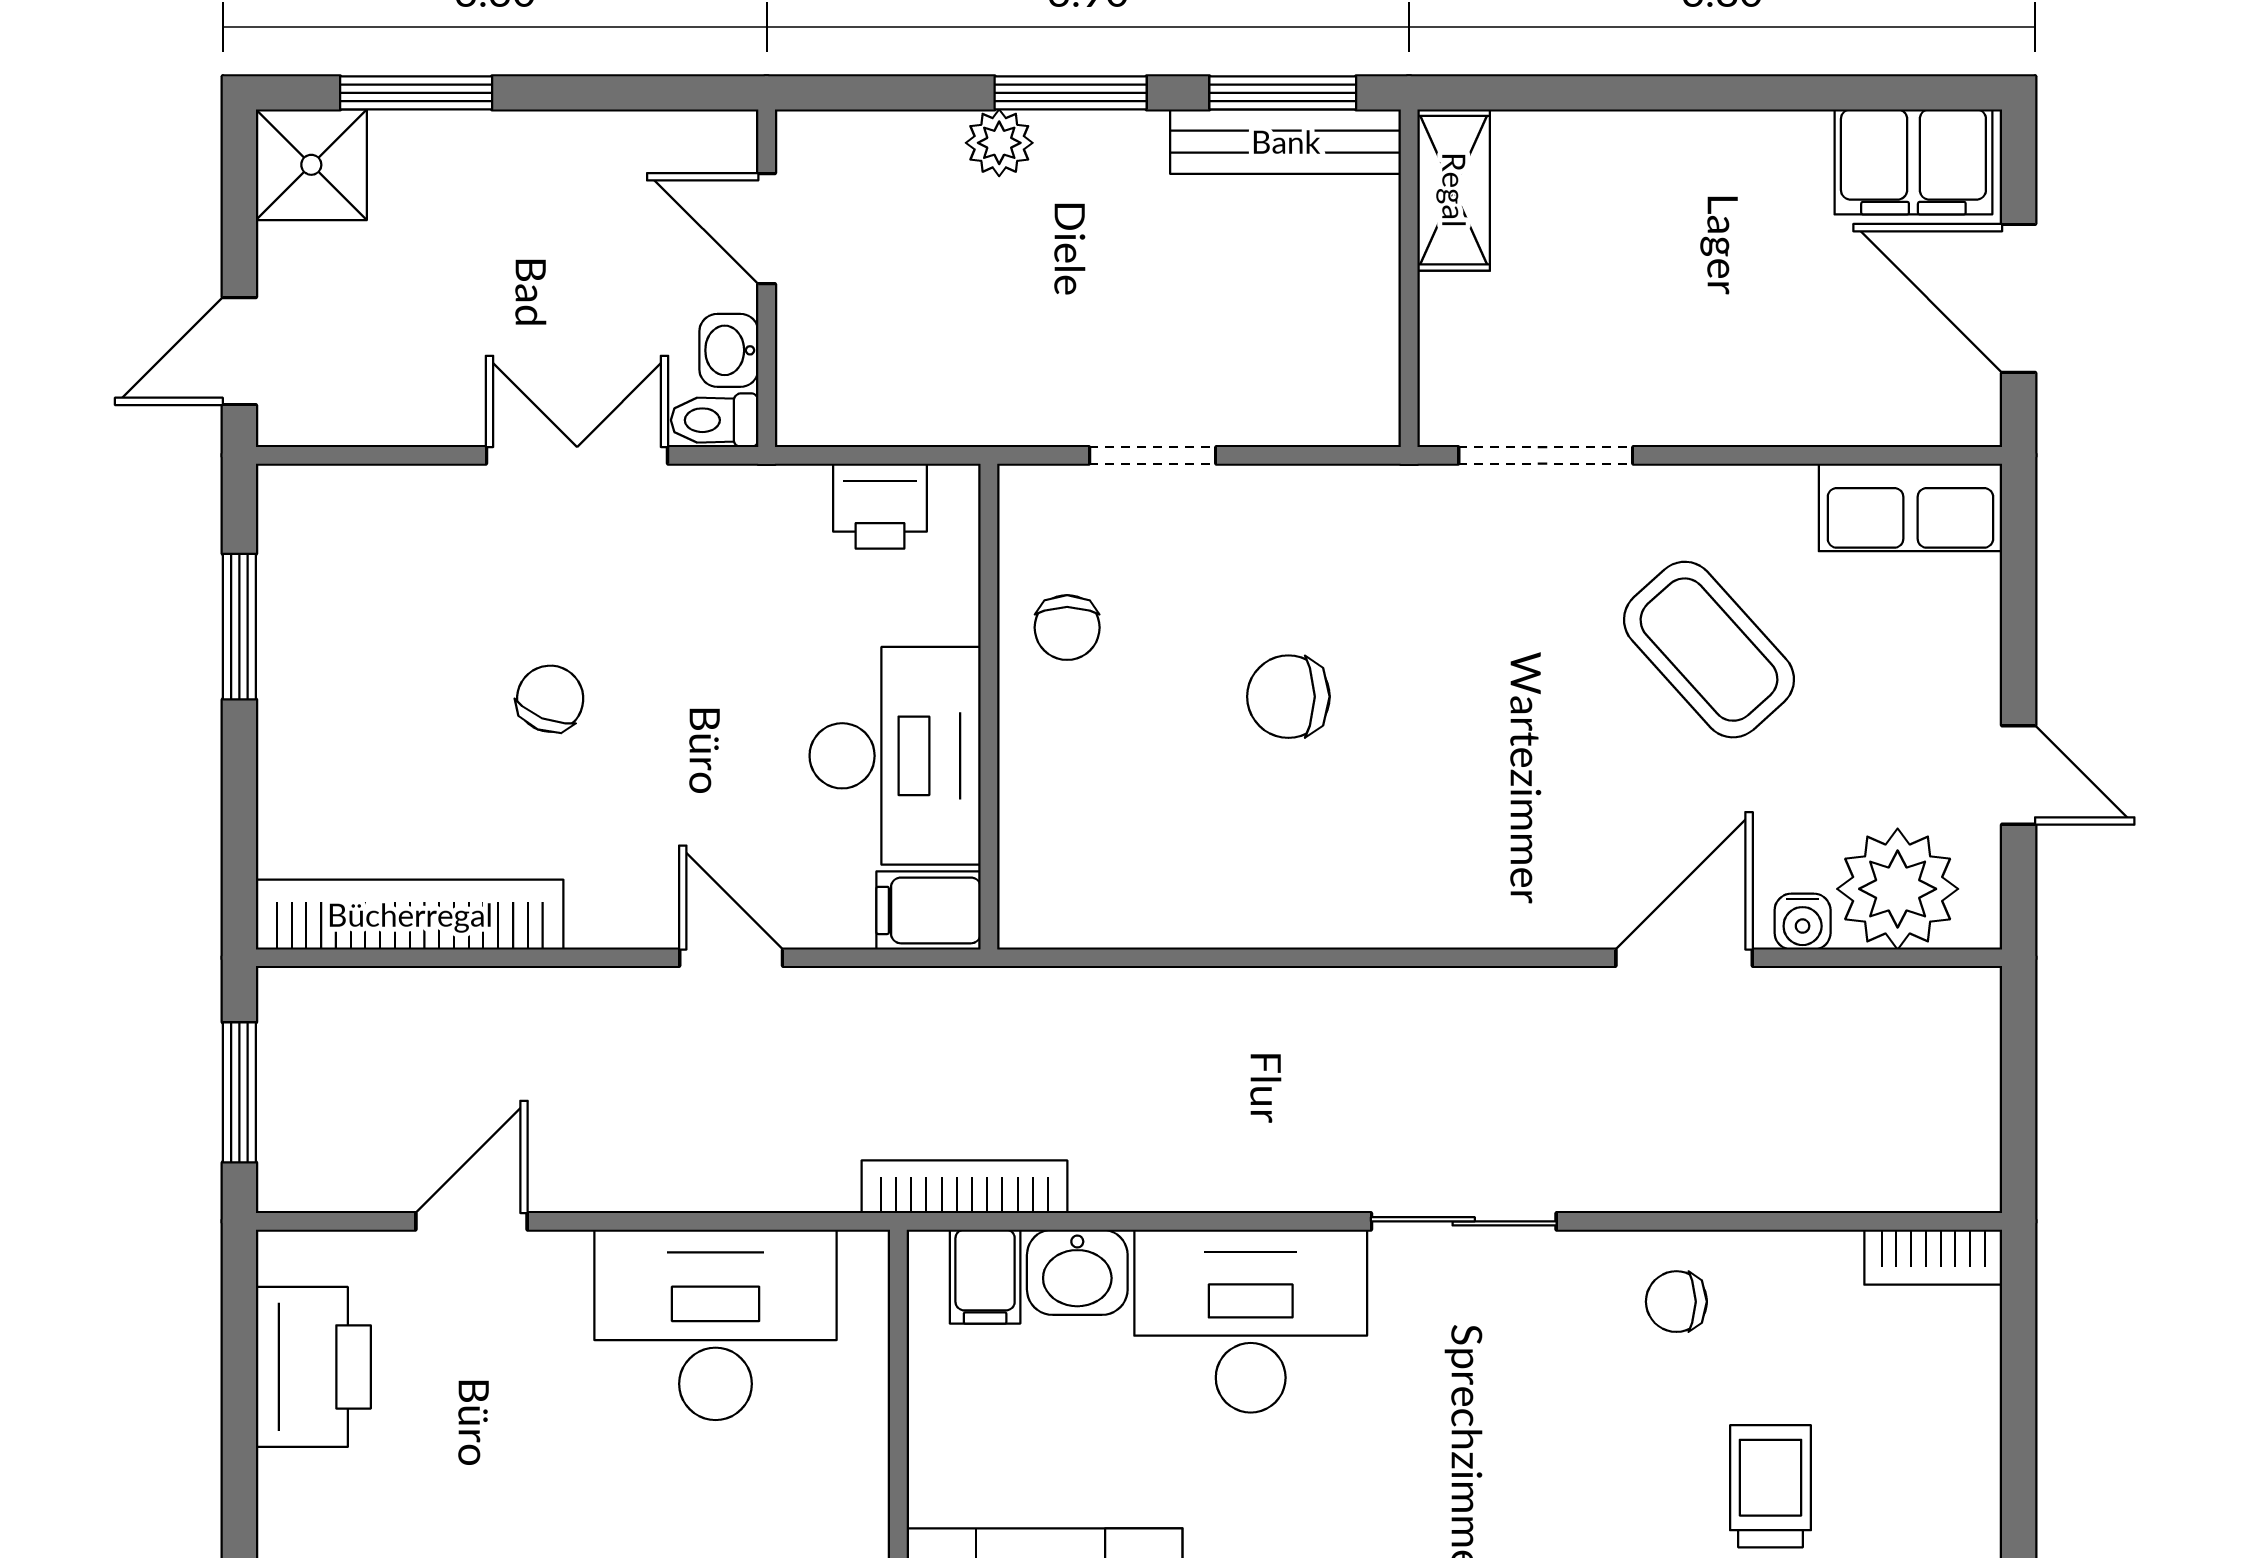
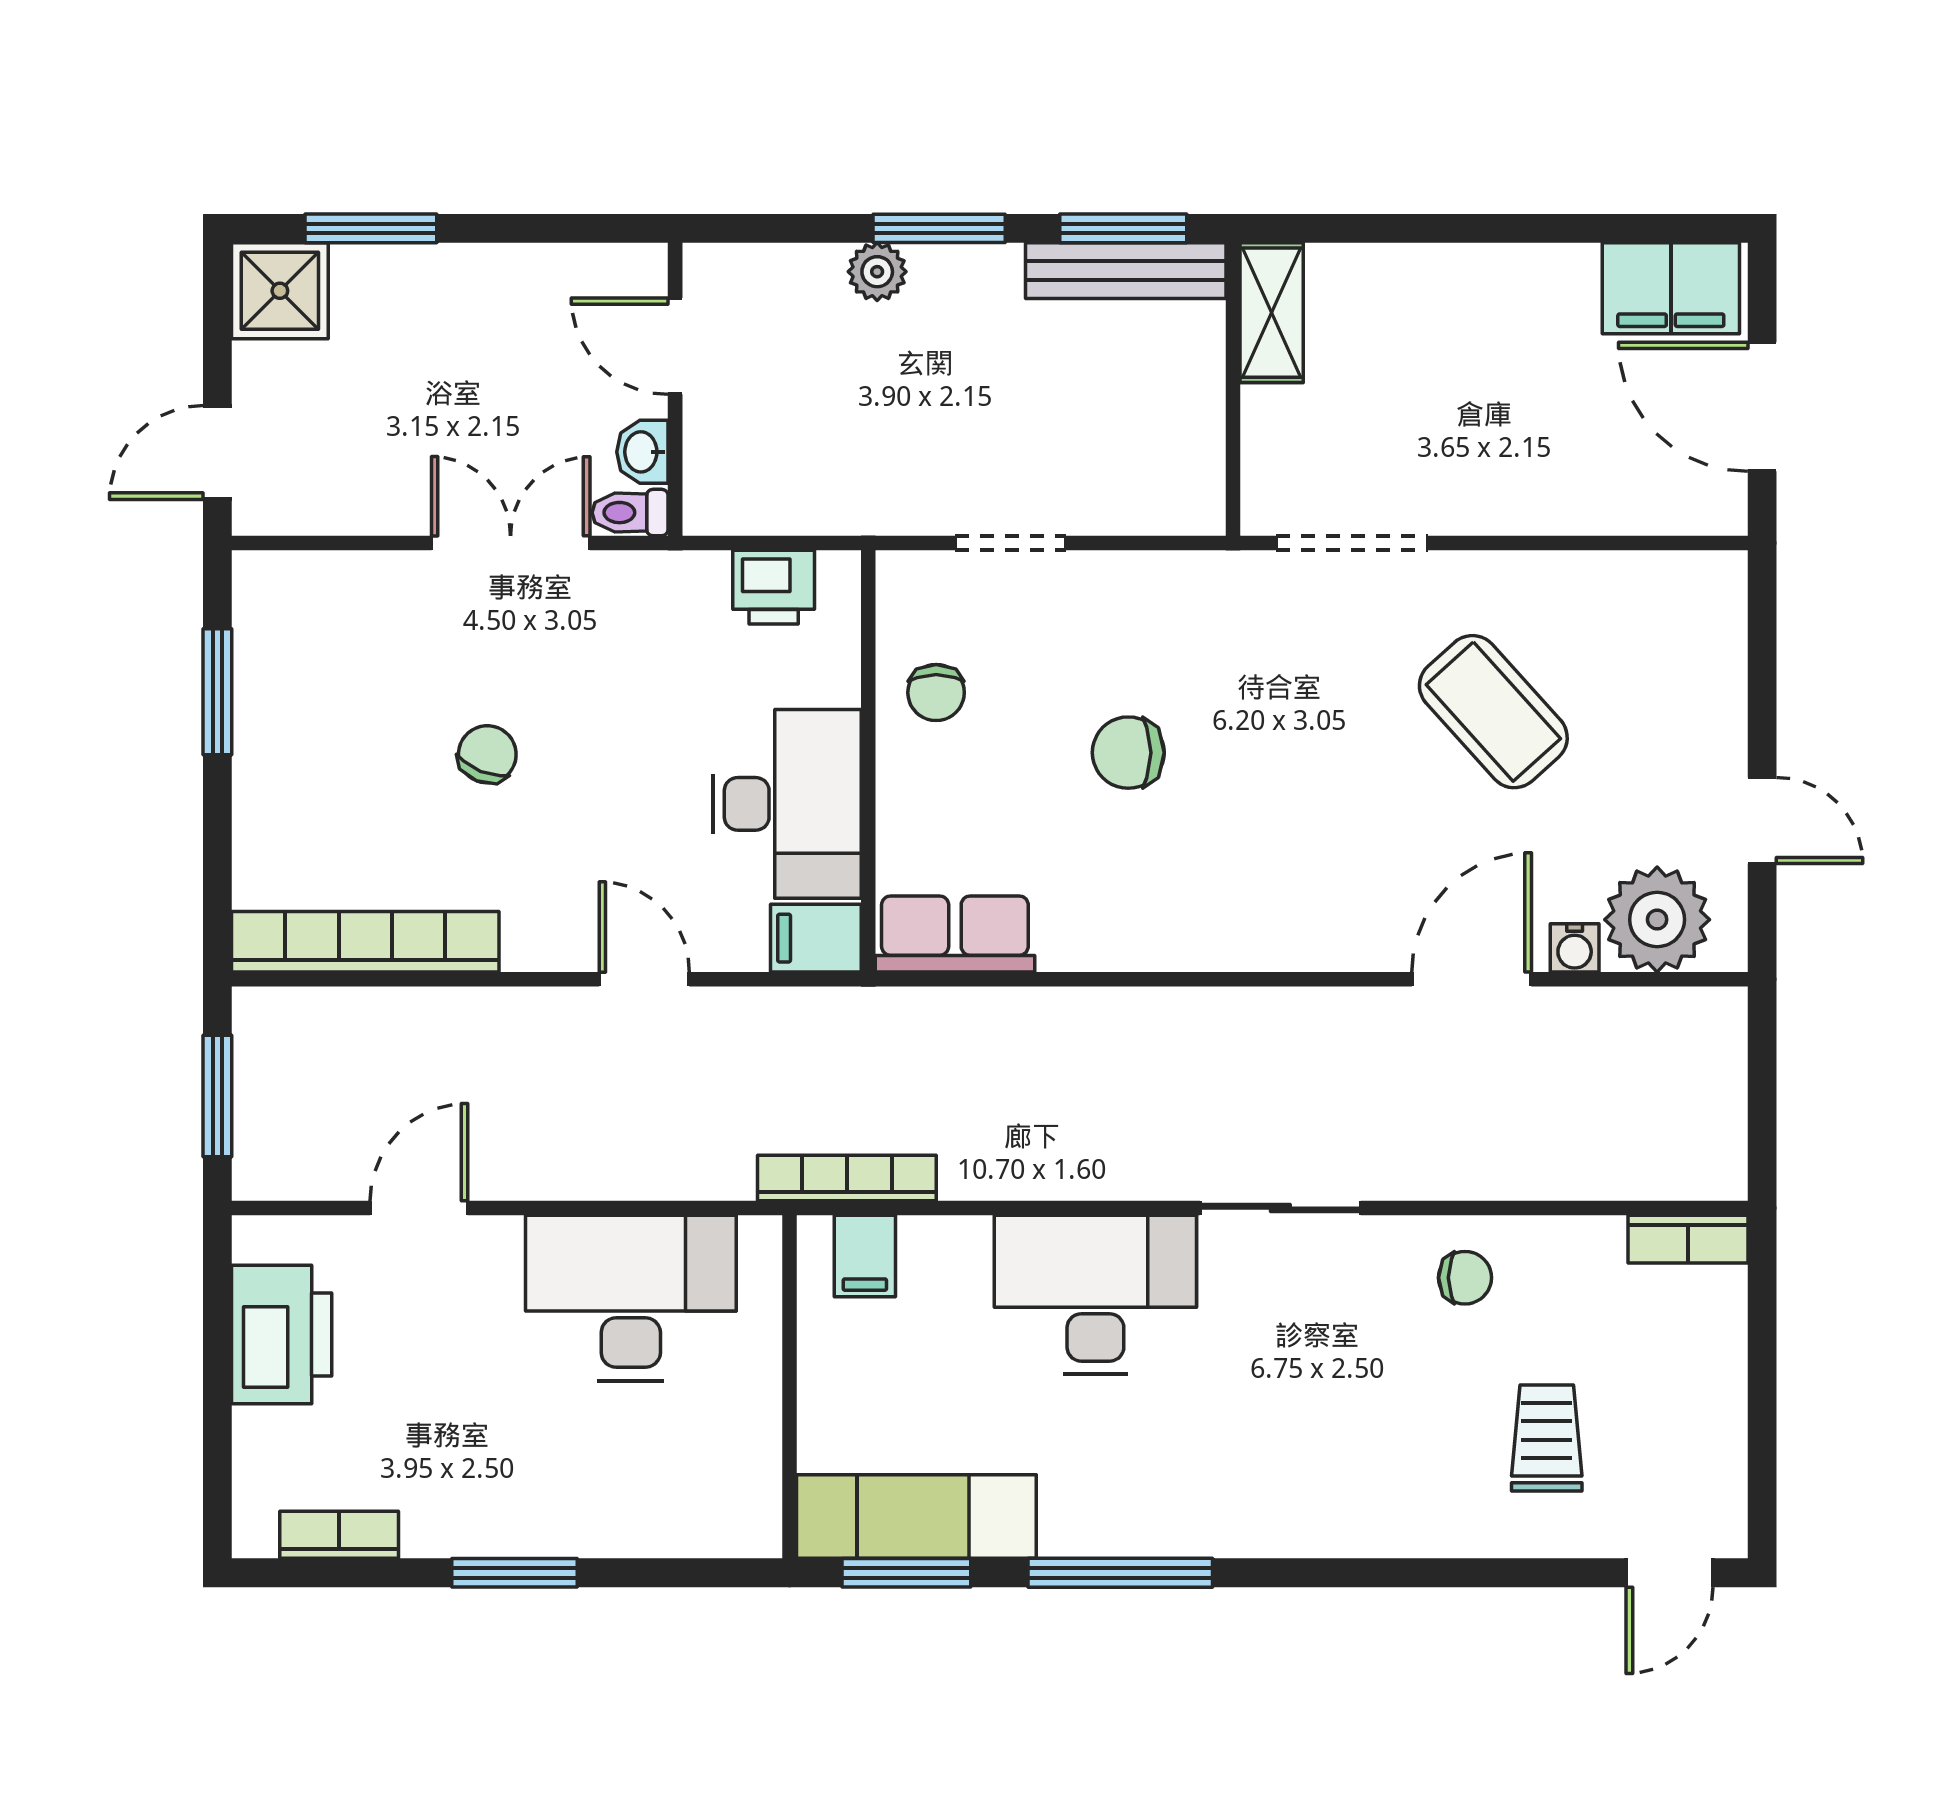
row of seats: (1910, 507) -> (955, 934), moved, turned 180
washbasin: (1077, 1272) -> (945, 1252), removed
chair: (1676, 1302) -> (1465, 1278), turned 180

